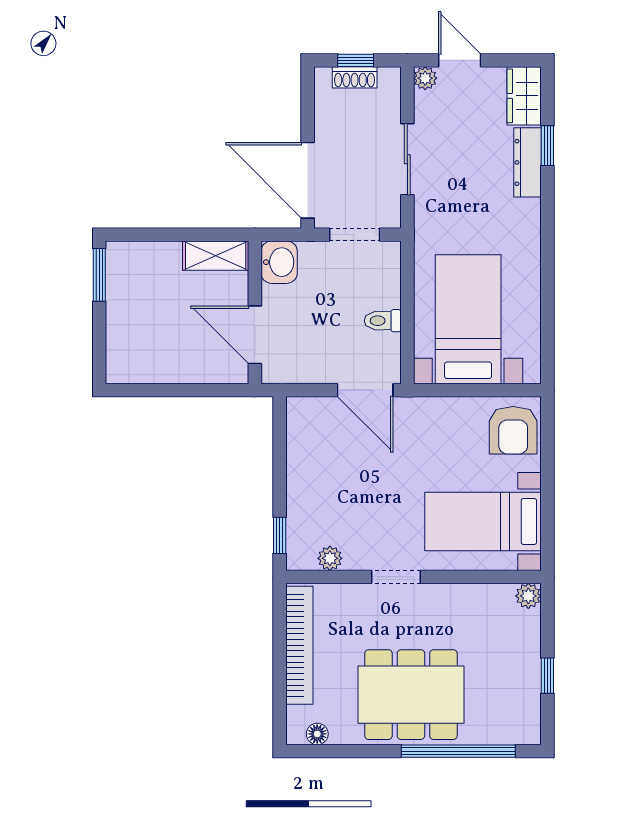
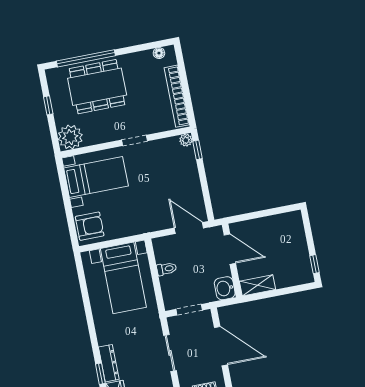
door: (308, 180) -> (221, 346), moved
window: (99, 275) -> (315, 264), width x0.67
door: (365, 390) -> (189, 228), moved
armchair: (513, 430) -> (90, 226), turned 90
plant: (330, 558) -> (186, 140), moved
plant: (528, 596) -> (70, 137), width x1.88, depth x1.88
dining table: (411, 695) -> (97, 87), moved

